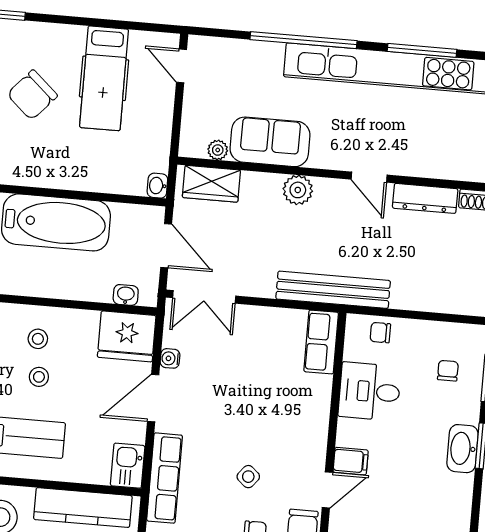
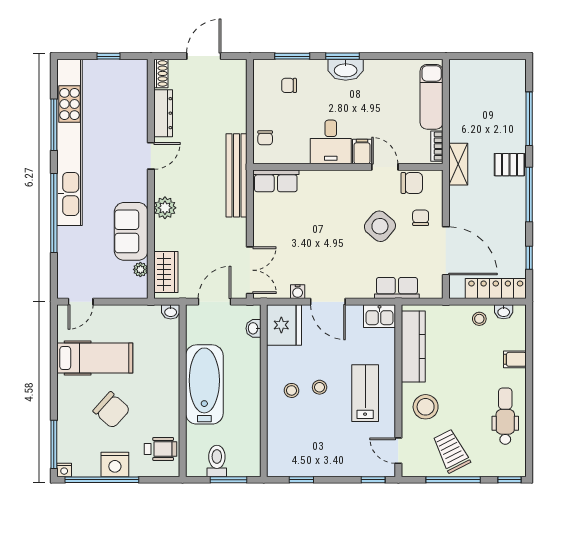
desk: (370, 391) -> (331, 142), moved
side table: (248, 477) -> (380, 226), width x1.87, depth x1.87
row of seats: (165, 478) -> (397, 288), width x0.68

